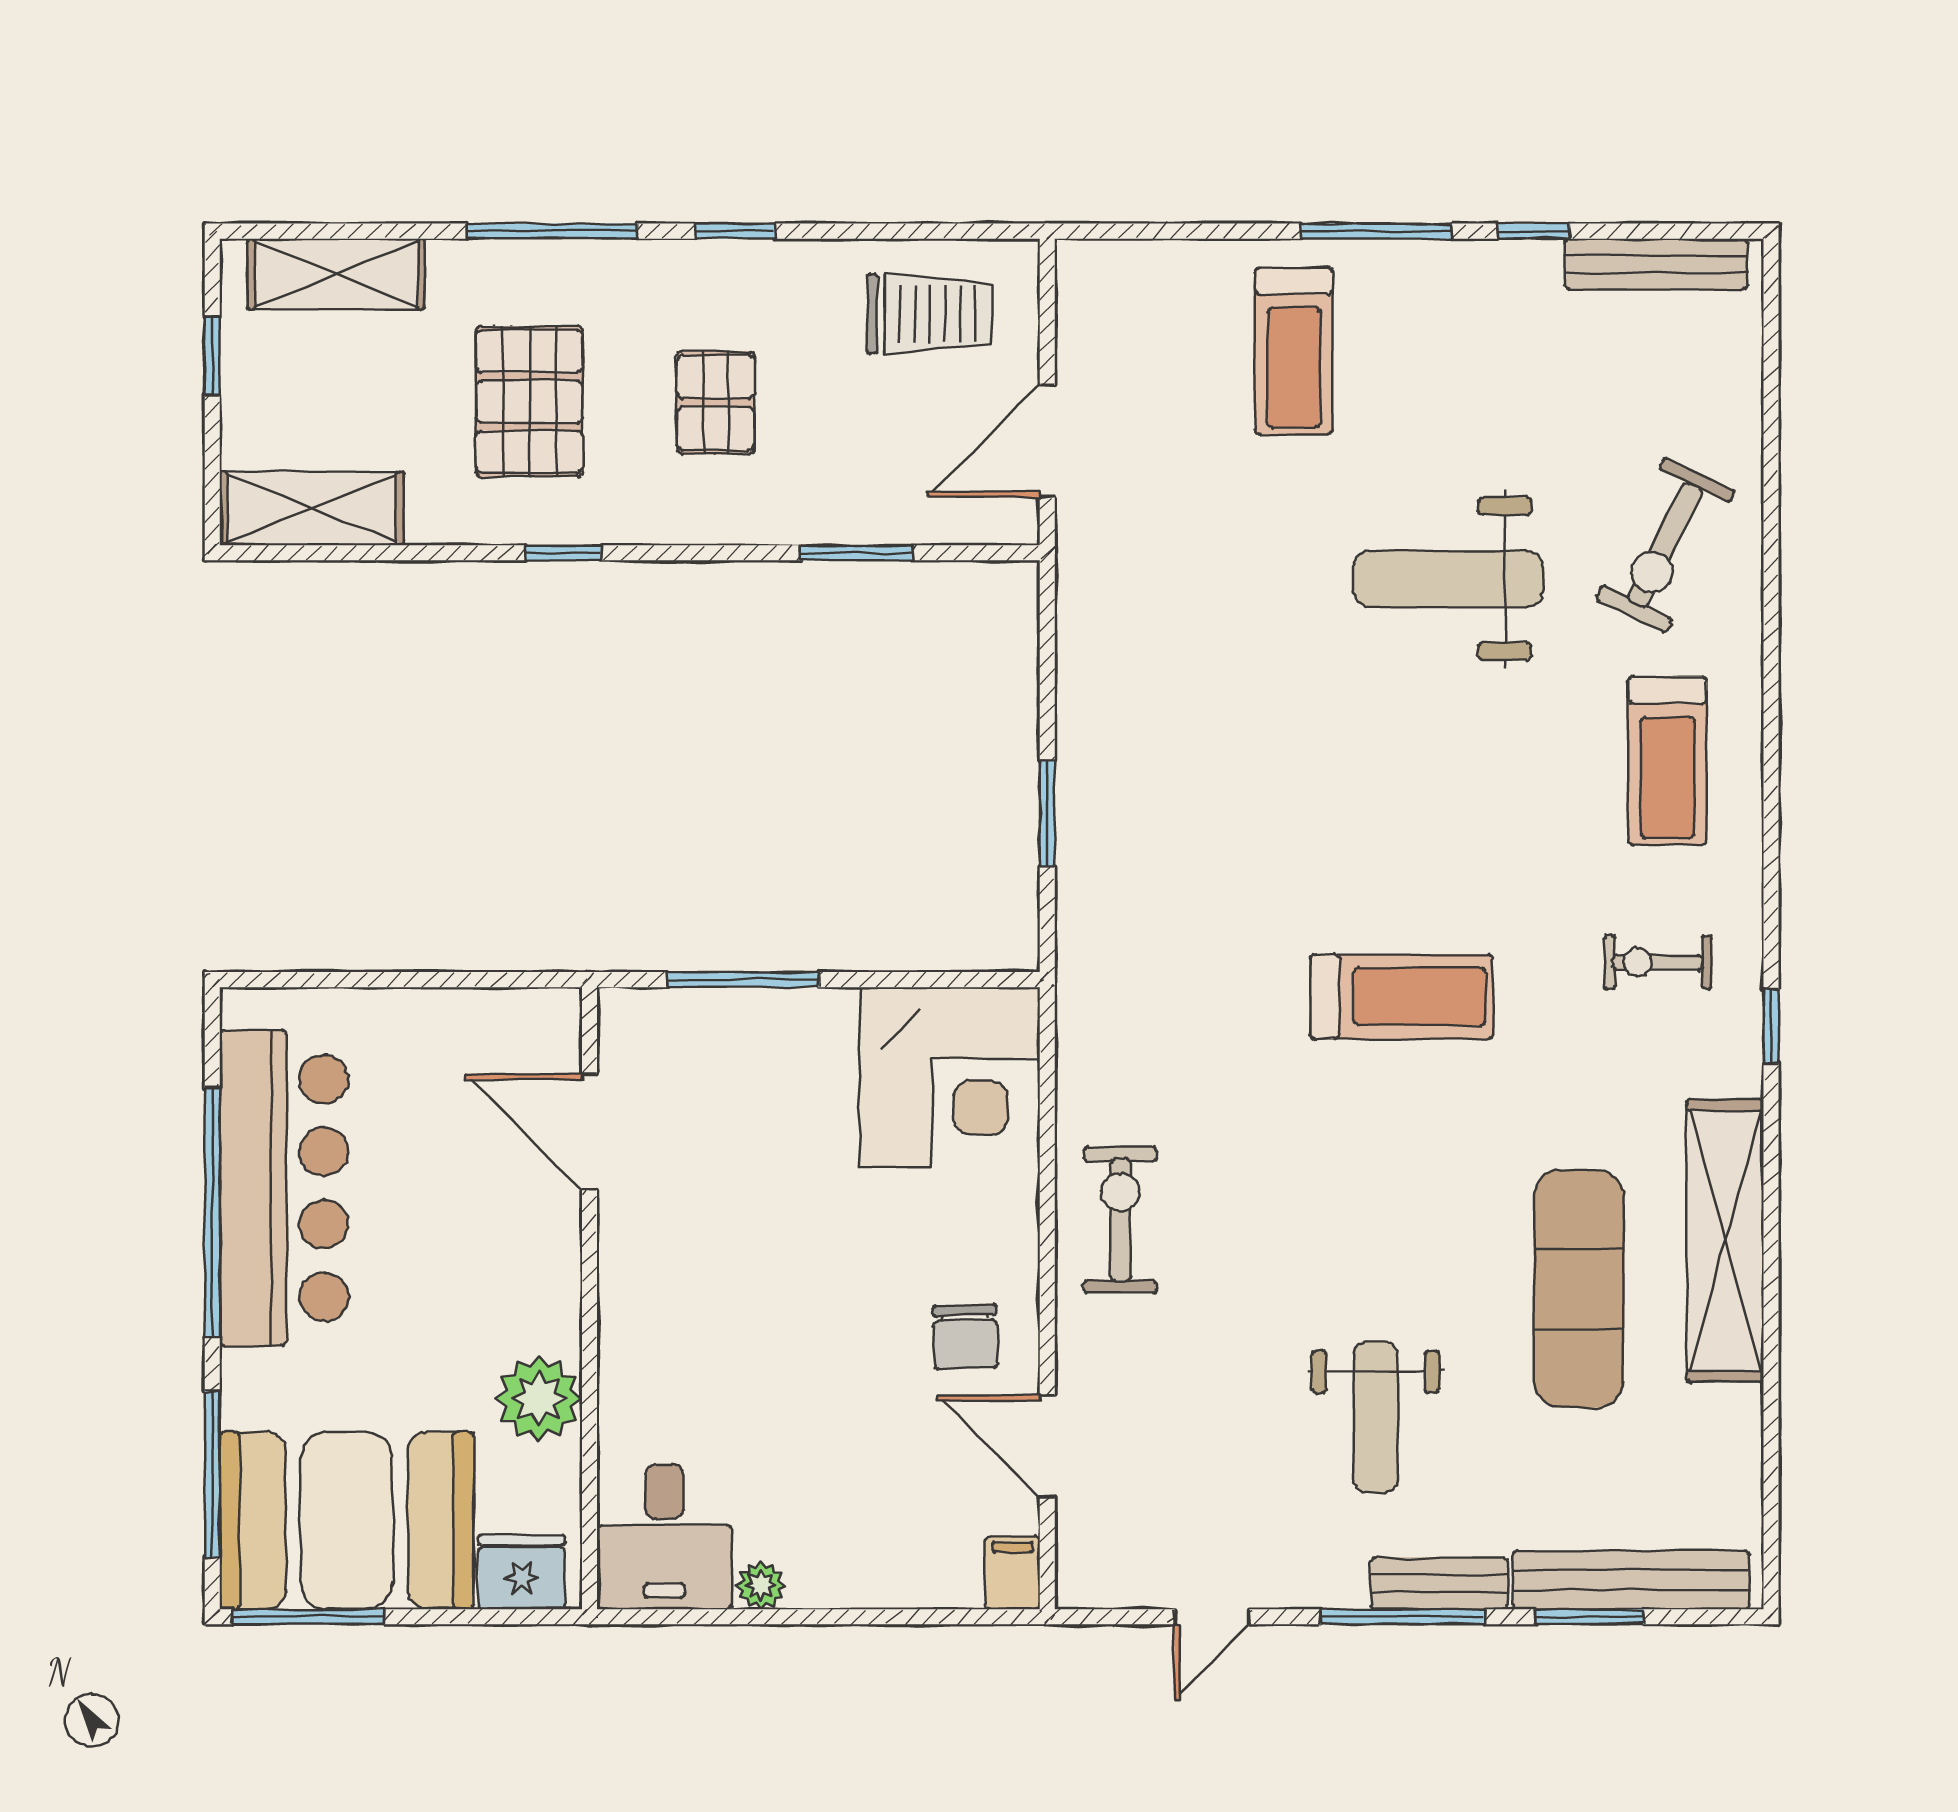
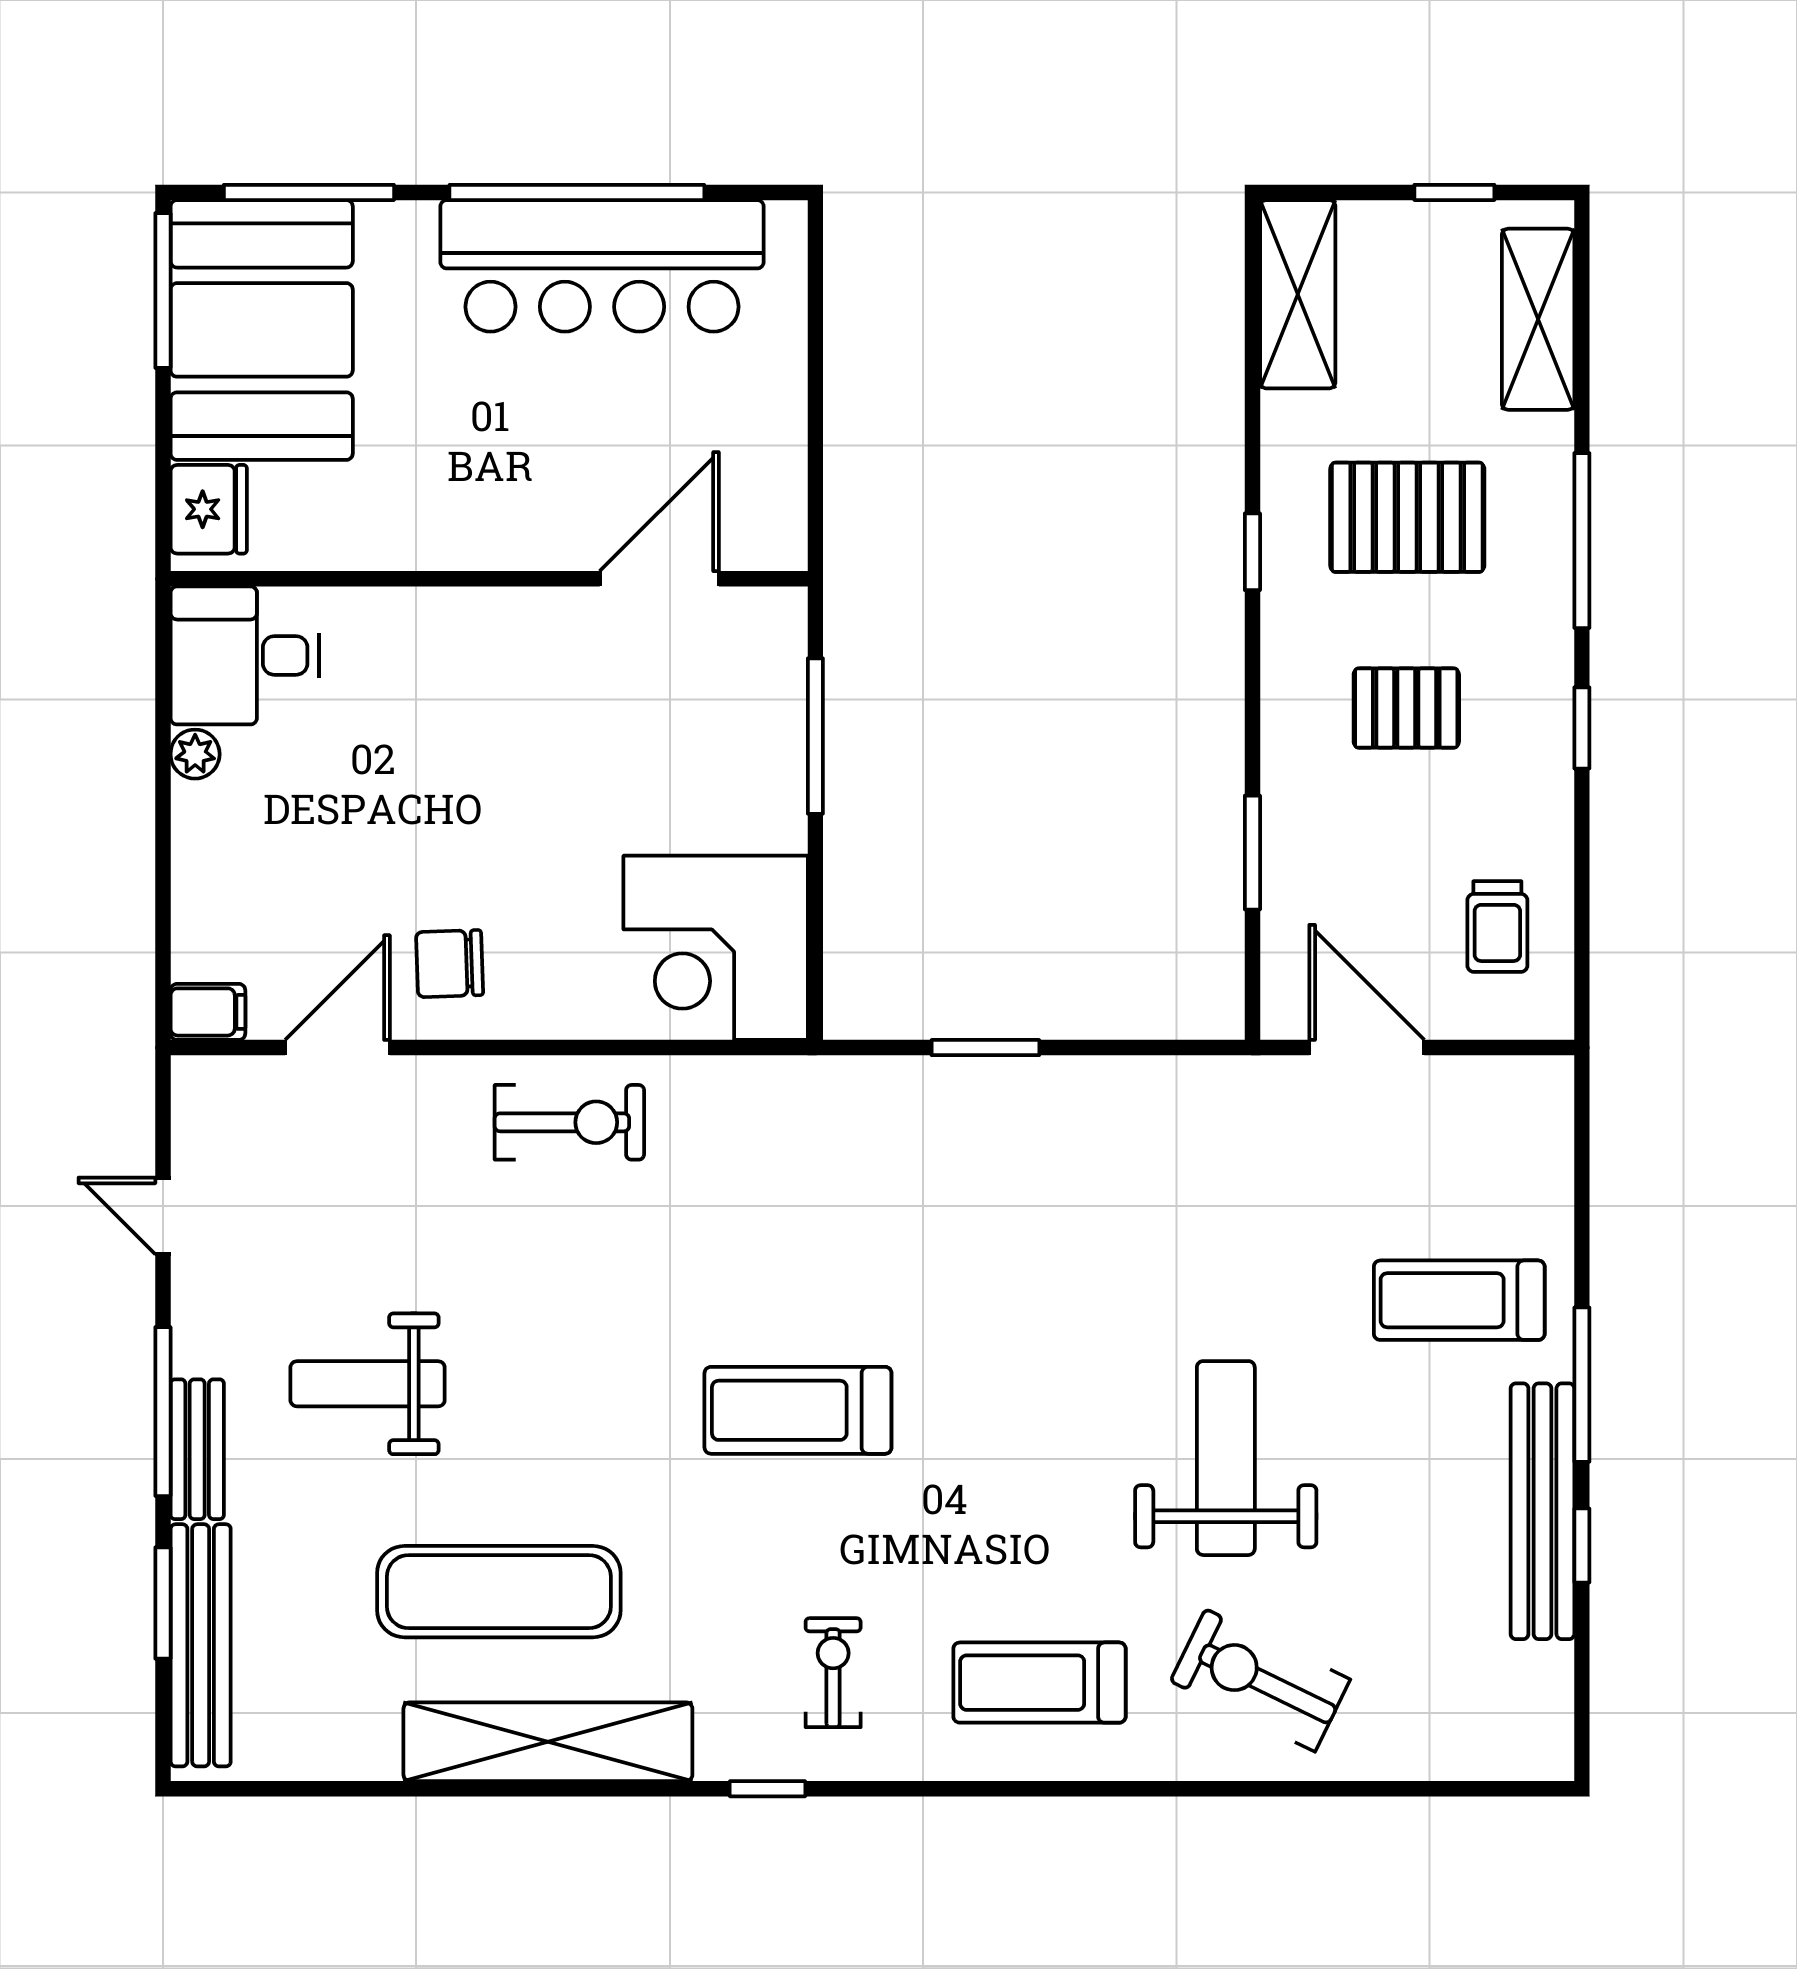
bench: (1656, 264) -> (1542, 1511), moved, width x1.37, depth x1.21
trolley: (929, 314) -> (1497, 927), width x0.73, depth x0.72
treadmill: (1401, 997) -> (798, 1410), turned 90
plant: (539, 1399) -> (386, 527), removed

